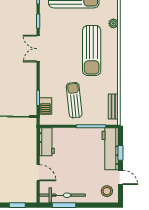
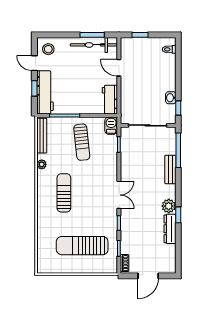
plant: (113, 23) -> (42, 164), moved
sun lounger: (92, 51) -> (64, 193), width x0.73, depth x0.75
barbecue: (46, 106) -> (111, 126), moved
bench: (113, 107) -> (42, 136), width x1.36

